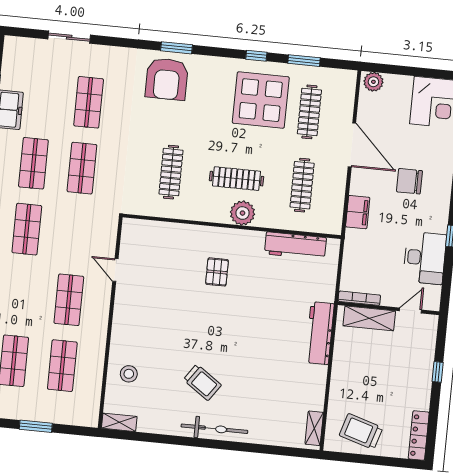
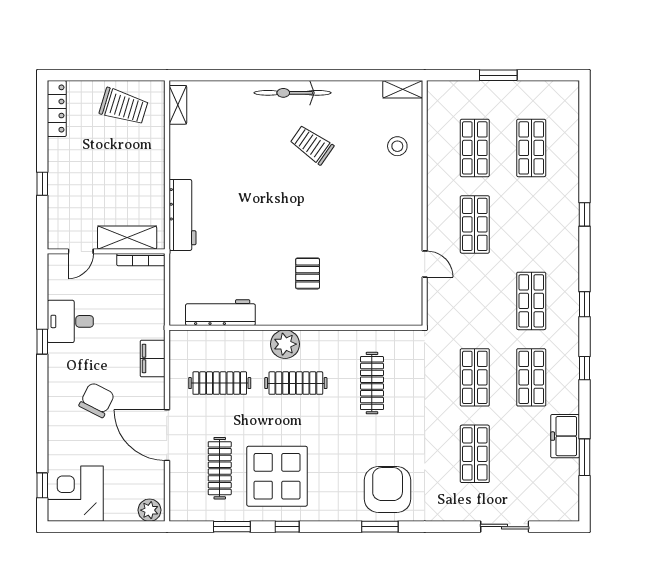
chair: (409, 181) -> (97, 400), turned -63
clothes rail: (302, 185) -> (220, 383), turned 90
desk: (425, 258) -> (70, 321), width x0.73

